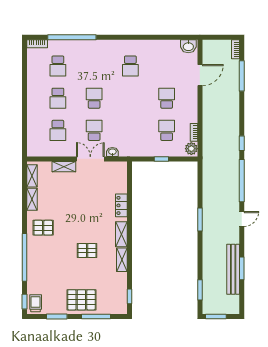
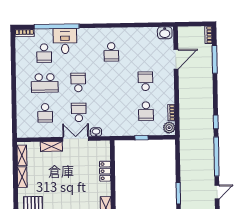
desk: (81, 53) -> (65, 41), added
school desk: (58, 98) -> (45, 83), width x1.85
school desk: (167, 130) -> (146, 111), turned 180
locker: (121, 205) -> (105, 171), moved

